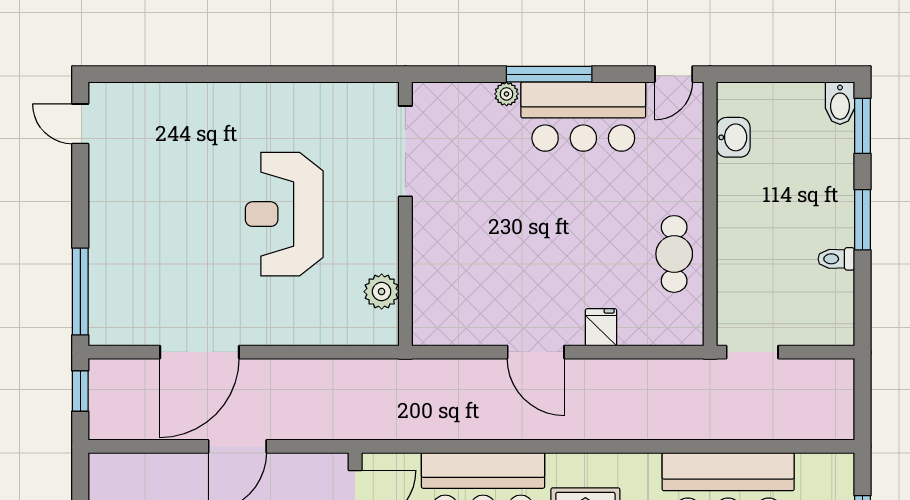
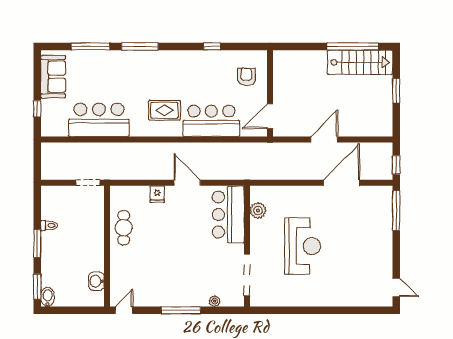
plant: (507, 94) -> (215, 301), moved
bar counter: (583, 117) -> (228, 215), moved, turned -90

